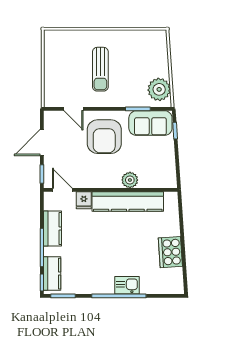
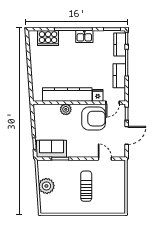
plant: (159, 89) -> (46, 186), moved
armchair: (104, 137) -> (94, 119), moved, turned 90
door: (62, 190) -> (113, 103), hinge flipped
cooker: (170, 252) -> (48, 38), moved, turned 94
kitchen sink: (127, 285) -> (84, 36), moved

